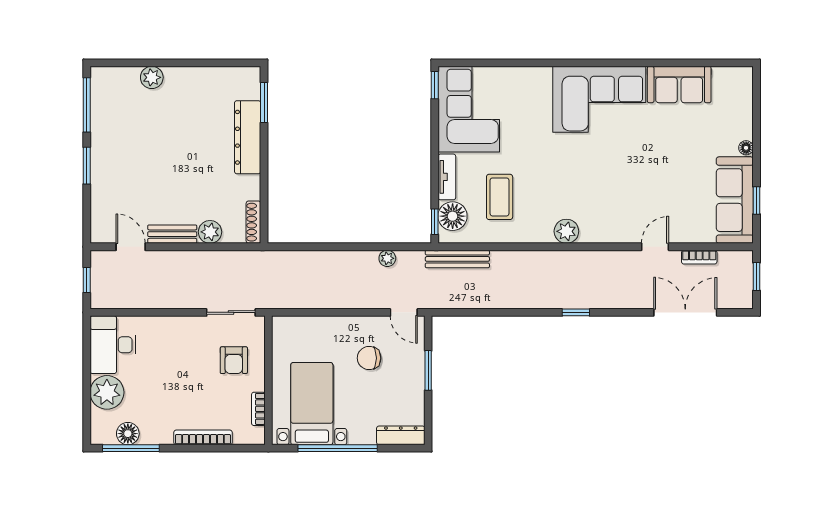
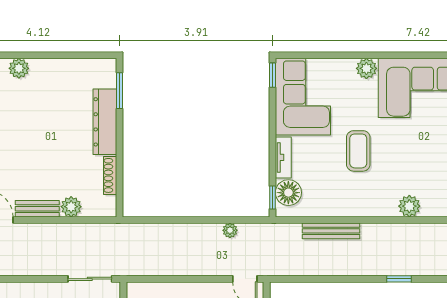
plant: (540, 78) -> (366, 68), added
coffee table: (500, 197) -> (358, 151), moved
shoe rack: (253, 222) -> (110, 175), moved
plant: (566, 231) -> (409, 206), moved
bench: (457, 259) -> (331, 231), moved

